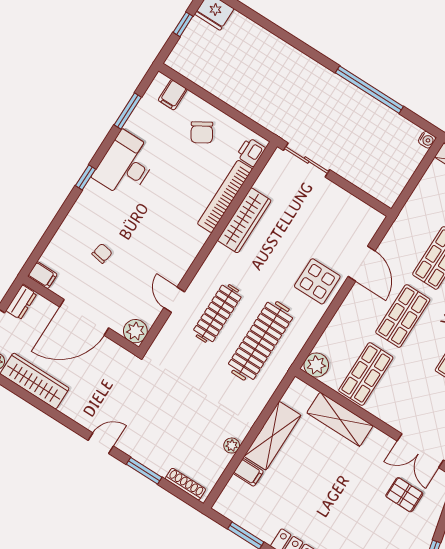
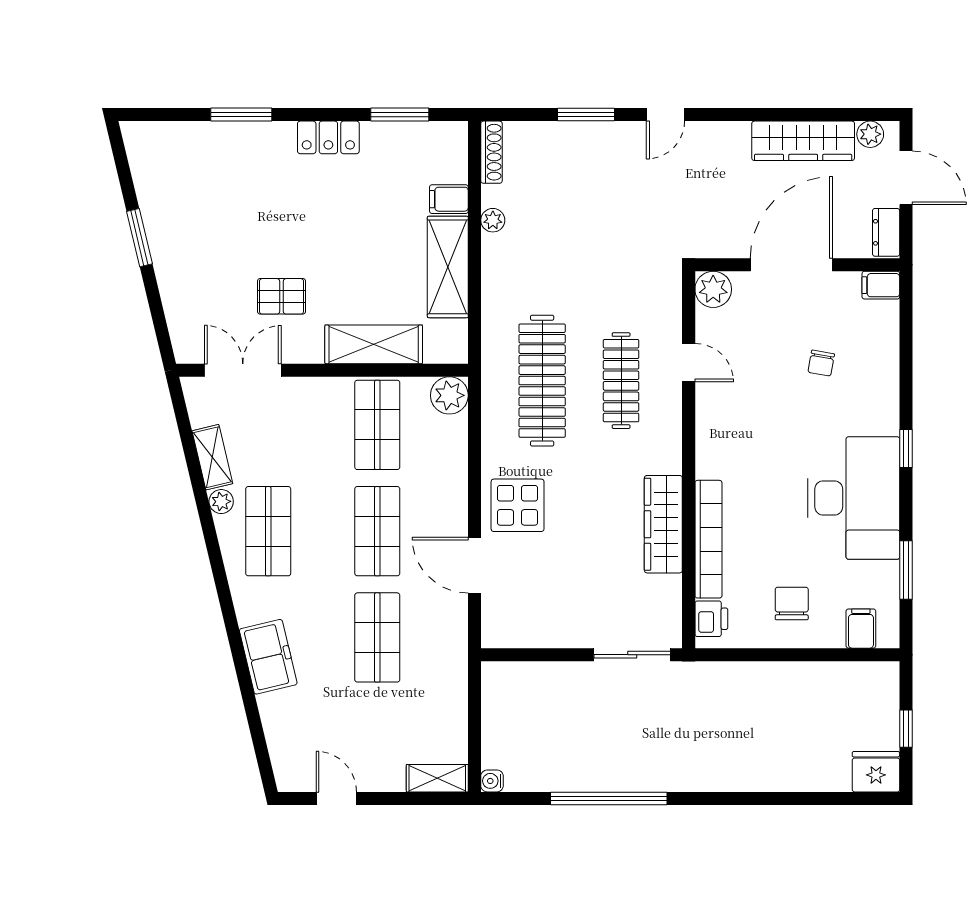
chair: (202, 132) -> (792, 604), turned 31
desk: (126, 165) -> (854, 498), width x1.36, depth x1.30
shoe rack: (185, 484) -> (492, 152), moved, turned -90
pallet: (404, 495) -> (281, 296), moved

